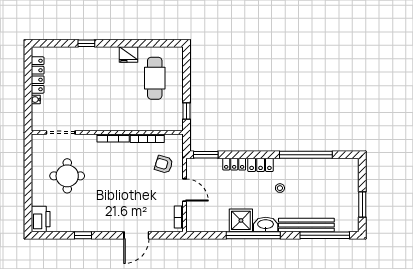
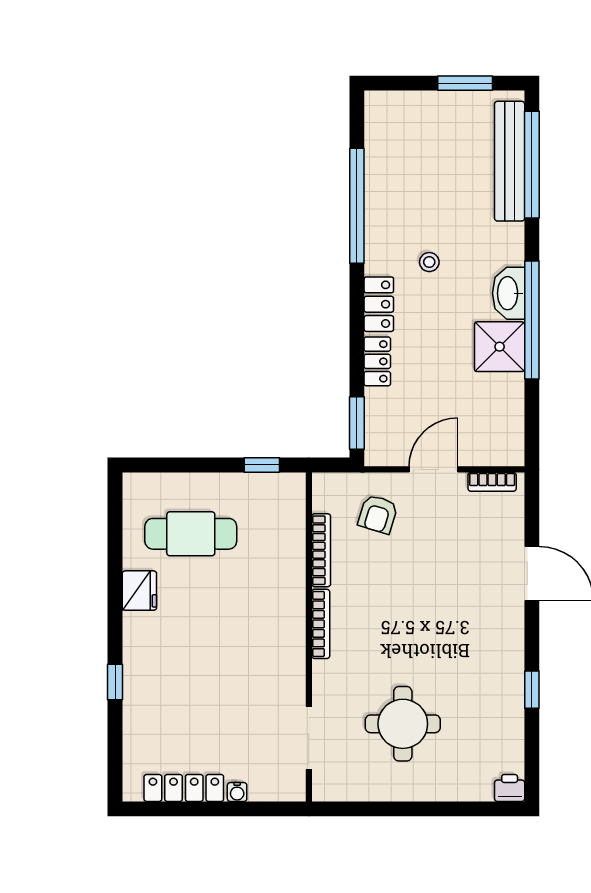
printer: (41, 219) -> (510, 788), width x0.53, depth x0.68
bench: (306, 225) -> (510, 161), moved

